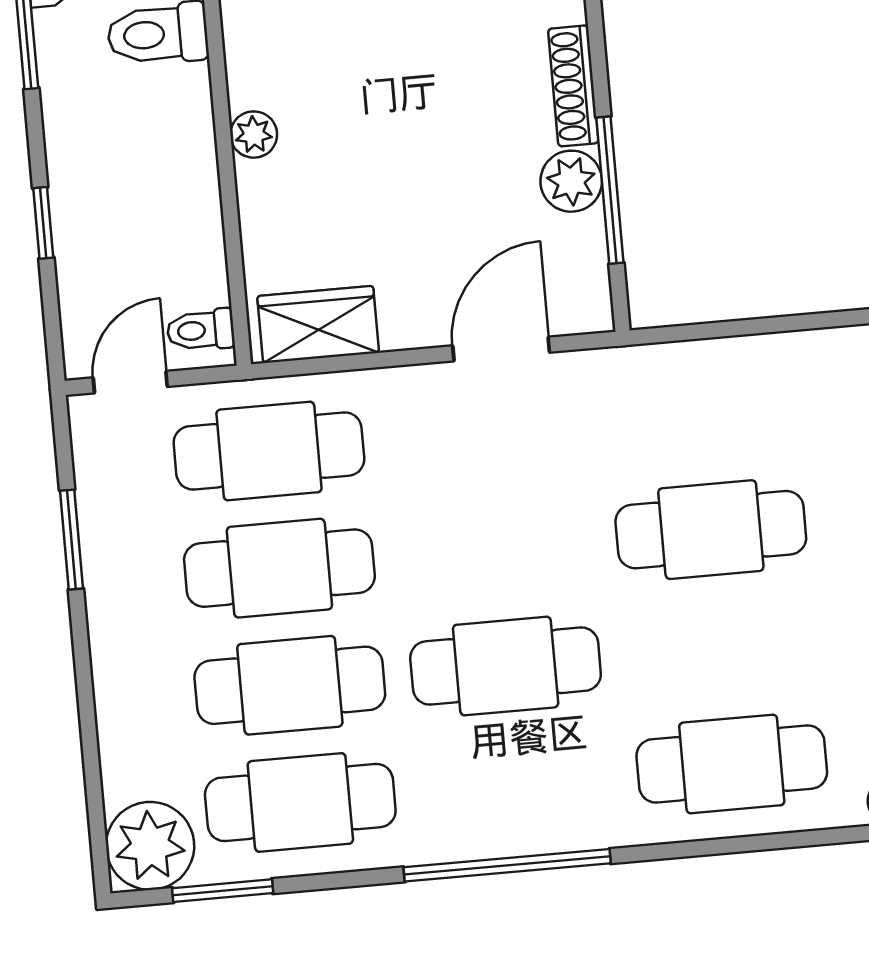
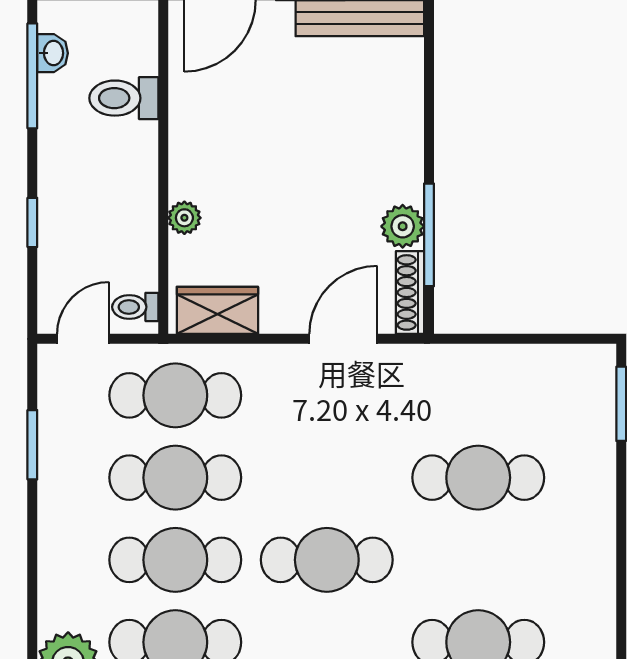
shoe rack: (573, 86) -> (410, 292), moved
plant: (254, 135) -> (184, 218), moved

